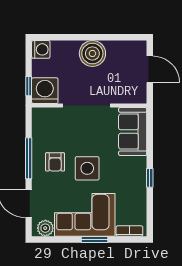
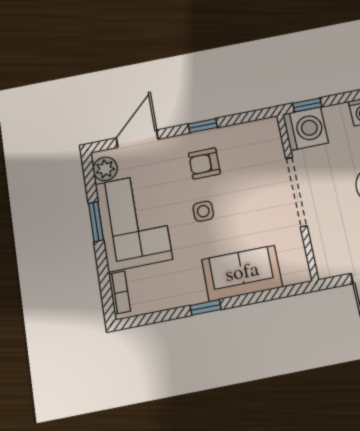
sofa: (133, 132) -> (242, 273), moved
window: (29, 158) -> (203, 126), width x0.46
side table: (87, 168) -> (203, 211), width x0.54, depth x0.54
window: (95, 239) -> (96, 222), moved

